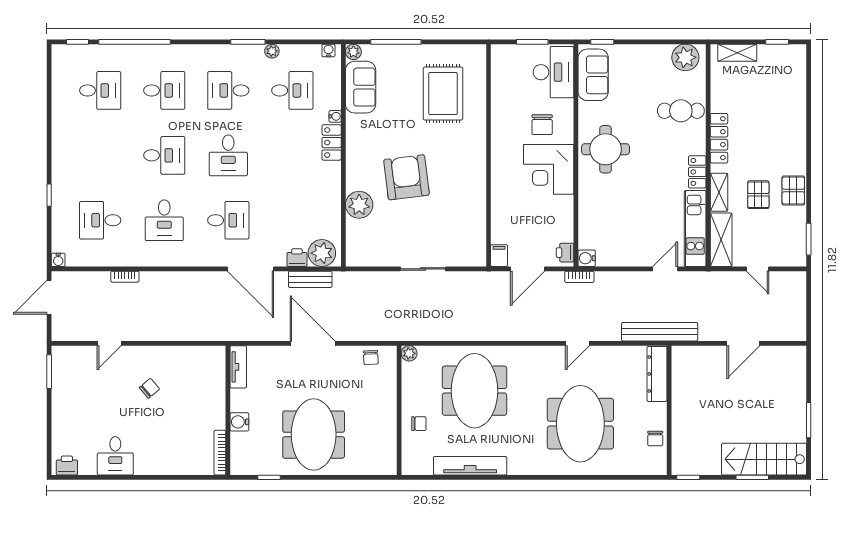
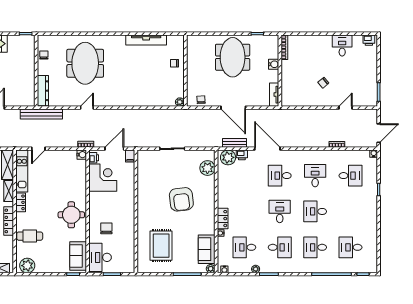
corner desk: (549, 169) -> (103, 178), moved
plant: (359, 205) -> (207, 168), moved
meeting table: (474, 391) -> (144, 81), removed

